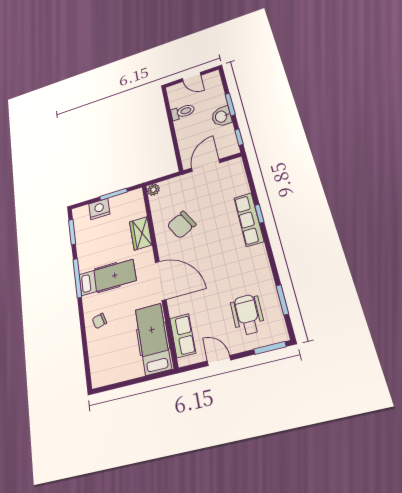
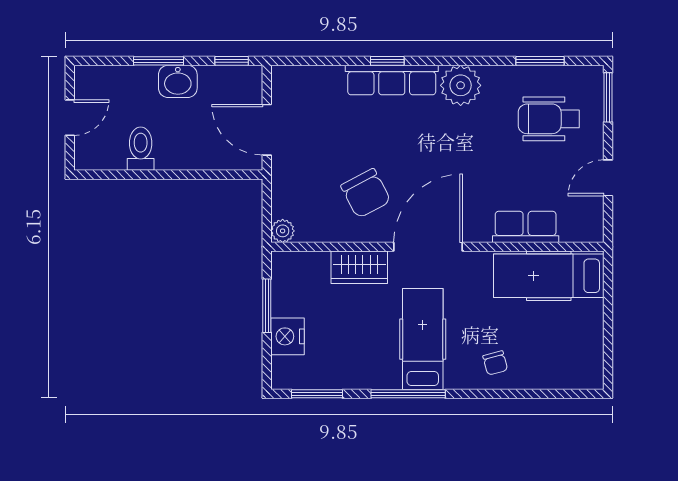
plant: (255, 258) -> (461, 85), added
door: (161, 281) -> (428, 247), moved
row of seats: (183, 336) -> (526, 227), moved

